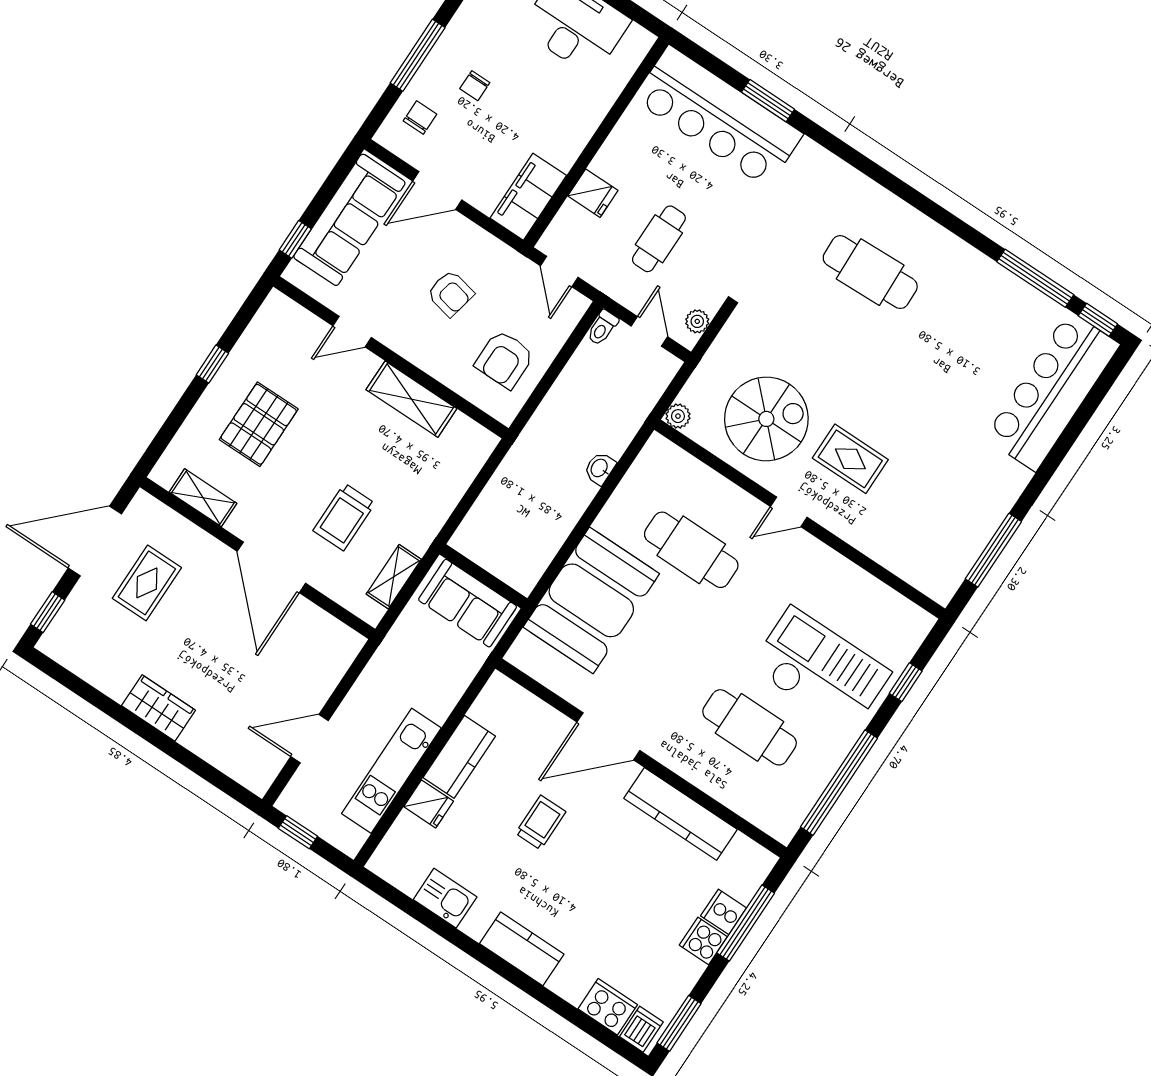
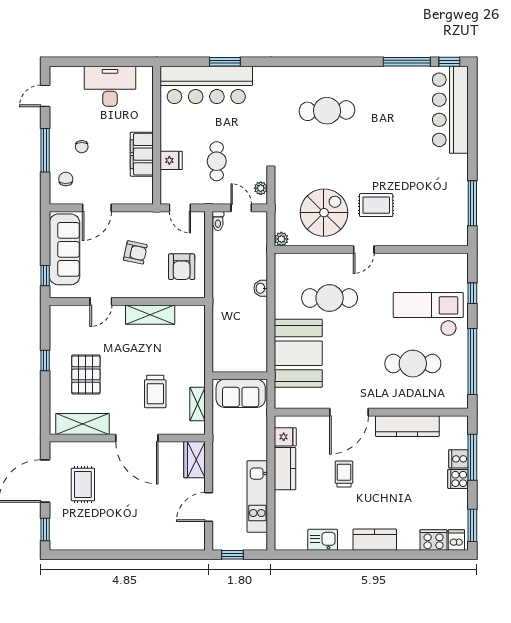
filing cabinet: (528, 197) -> (142, 154), moved
shelving: (203, 498) -> (83, 424), width x1.50, depth x1.33
wardrobe: (158, 708) -> (195, 460), moved, turned -90
fridge: (429, 804) -> (285, 437), moved

